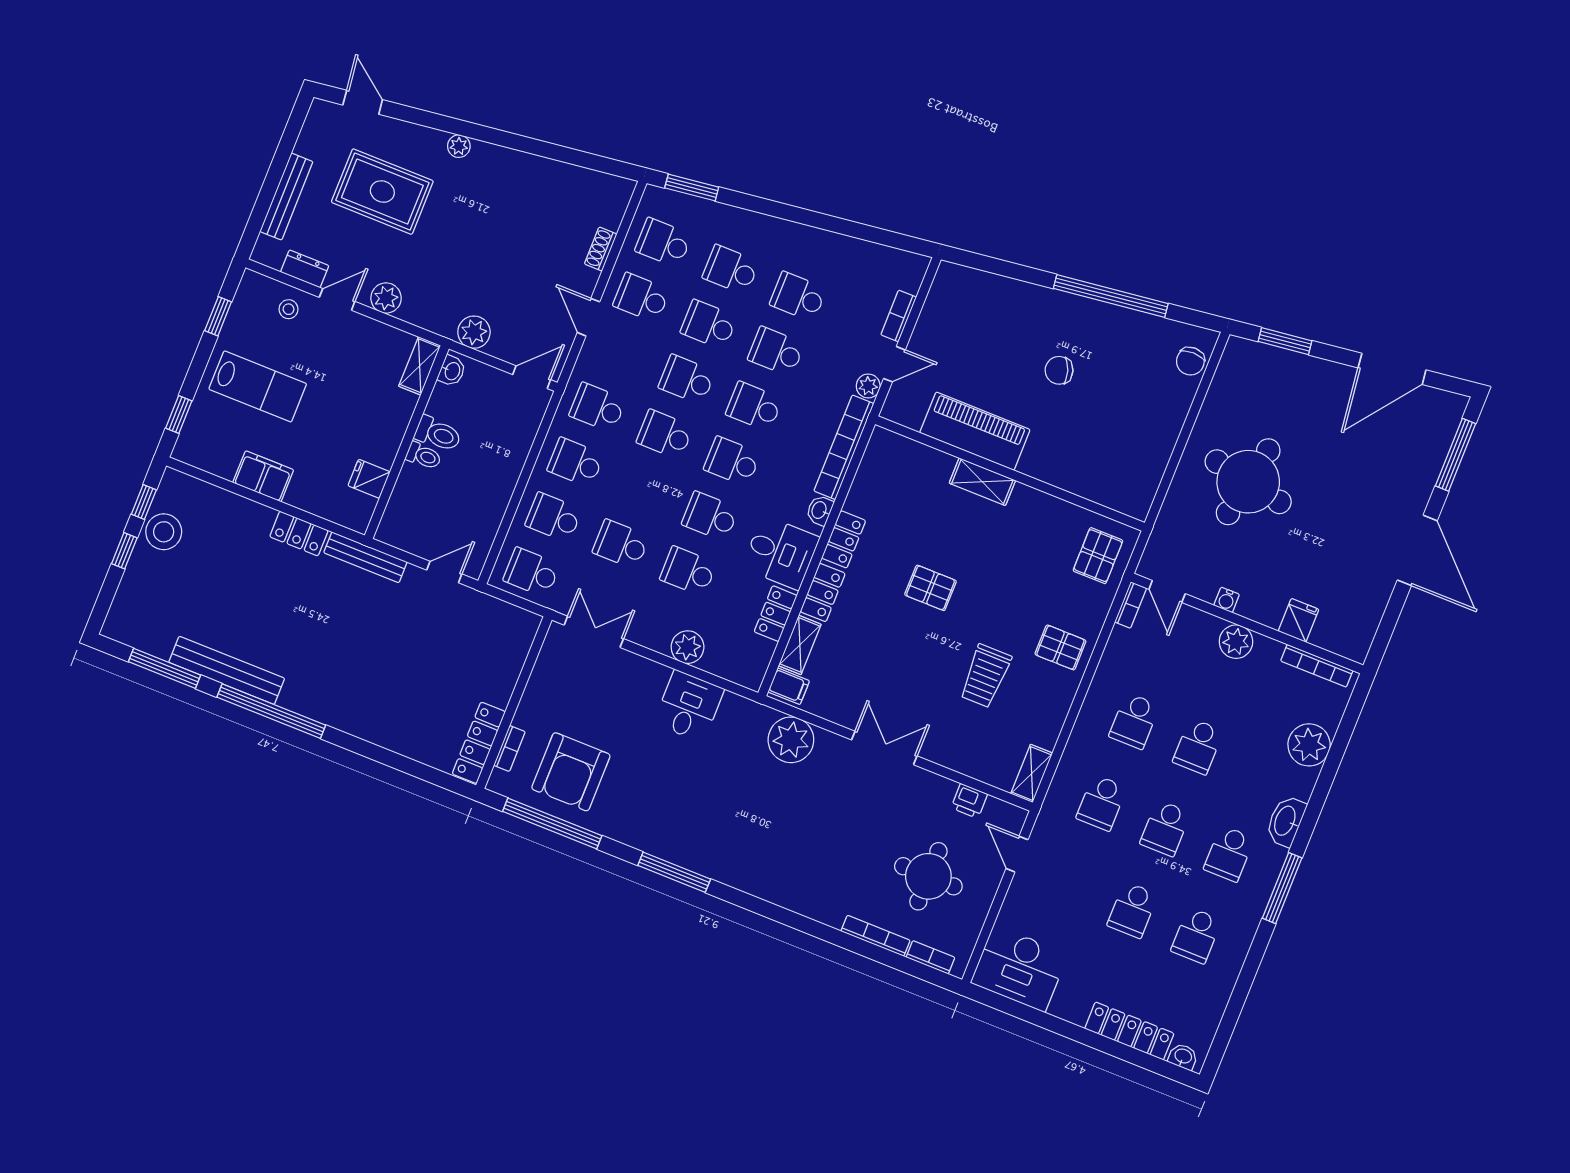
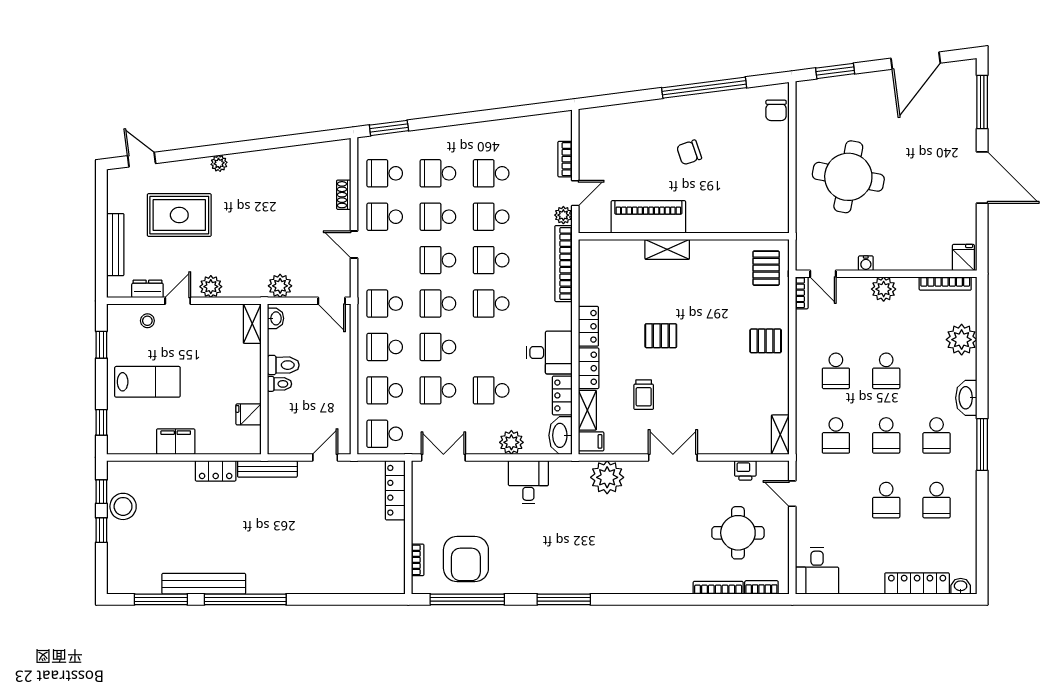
door: (532, 377) -> (332, 301), swing flipped
washbasin: (820, 510) -> (561, 435), moved, width x1.91, depth x1.45
school desk: (710, 516) -> (438, 347), moved
fridge: (1299, 620) -> (963, 257), moved
trolley: (985, 676) -> (644, 395), moved, width x0.73, depth x0.72
locker: (479, 743) -> (395, 490), moved
desk: (1019, 968) -> (817, 571), width x0.73

